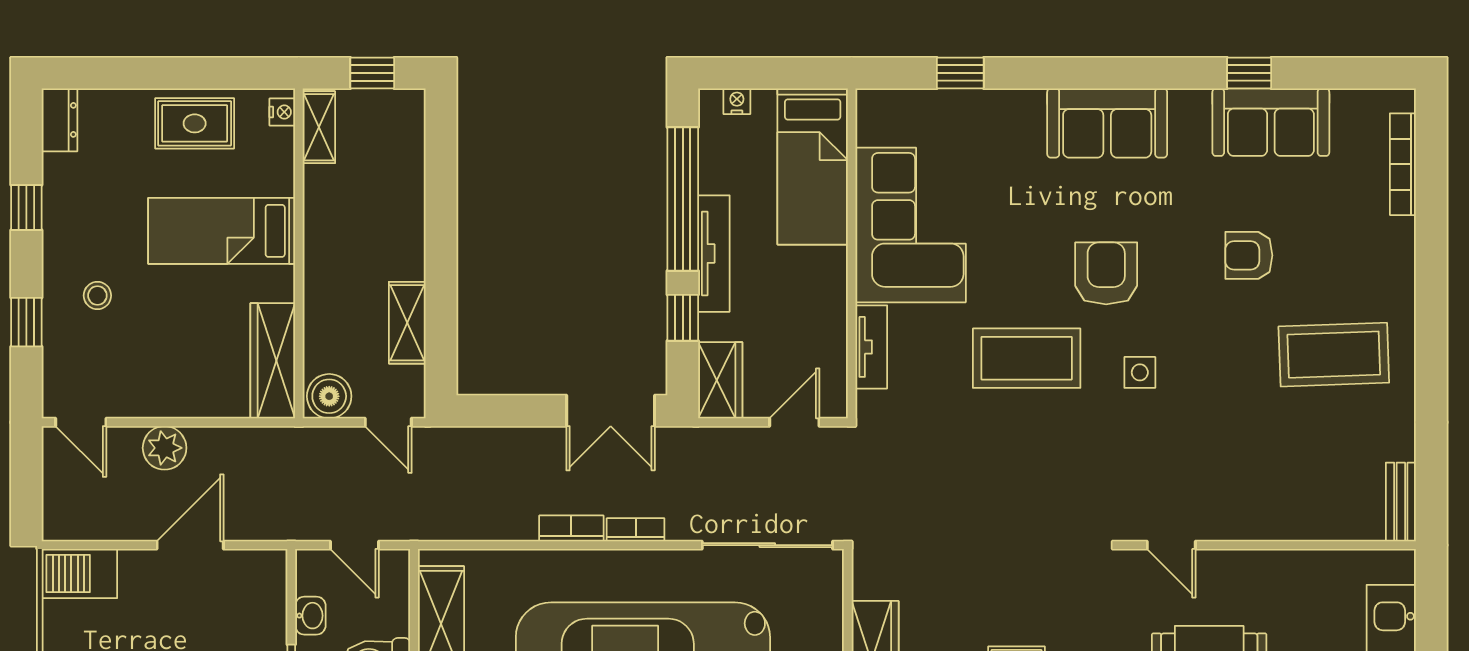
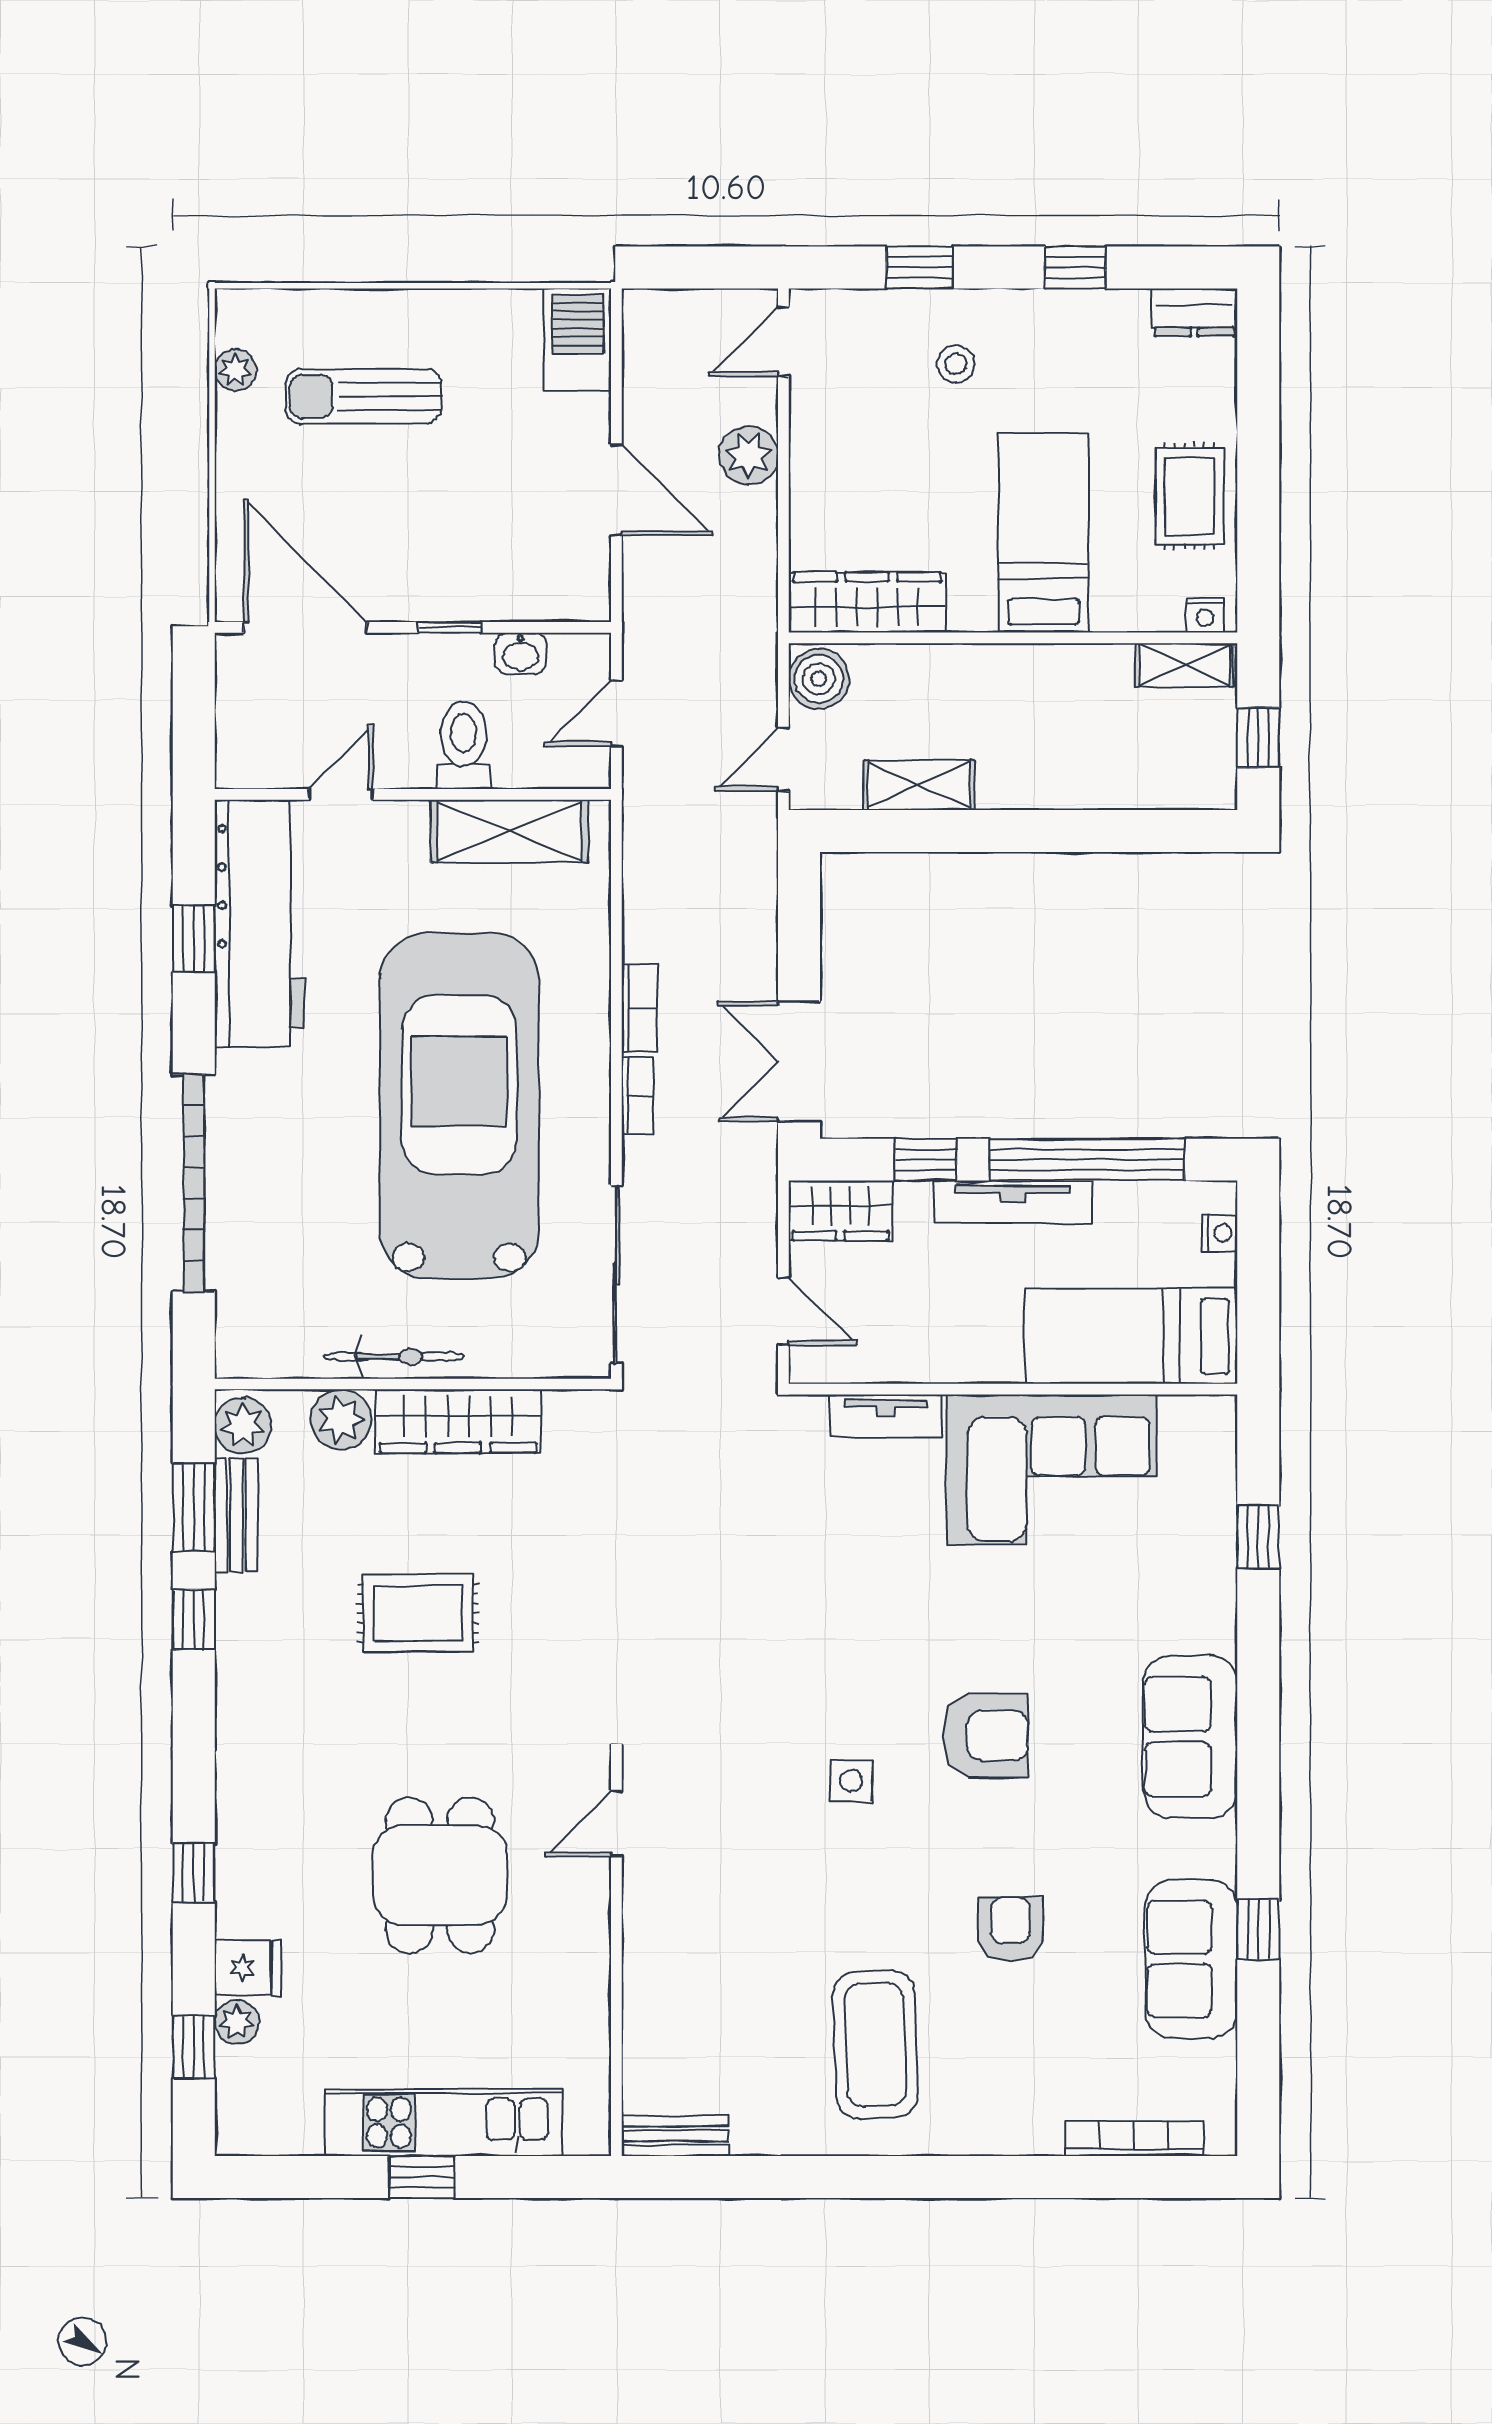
coffee table: (1027, 358) -> (870, 1627), removed

